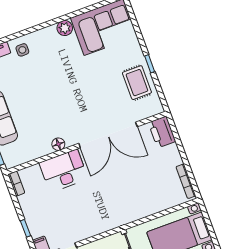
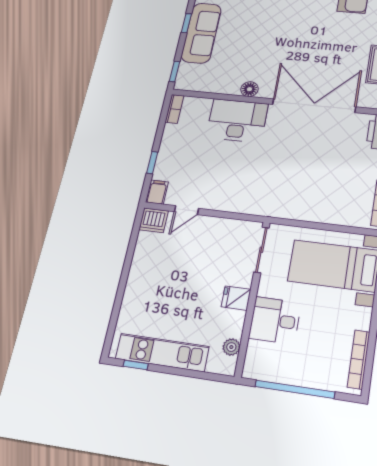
double door: (108, 135) -> (314, 106), swing flipped

